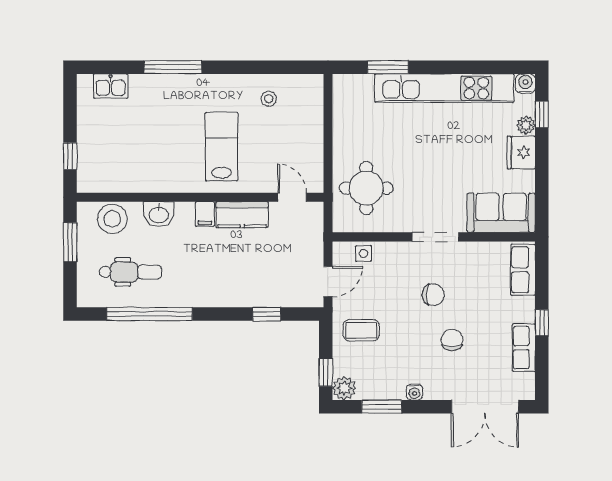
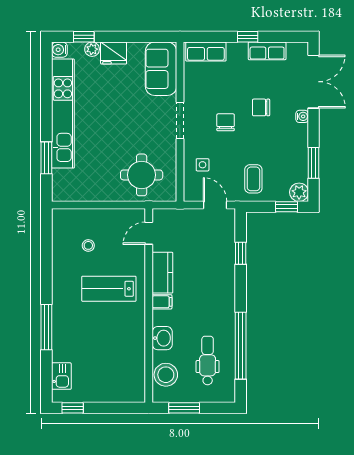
stool: (269, 99) -> (88, 245), moved
window: (70, 156) -> (73, 408), moved
side table: (363, 253) -> (203, 165), moved
water cooler: (414, 392) -> (302, 116), moved

